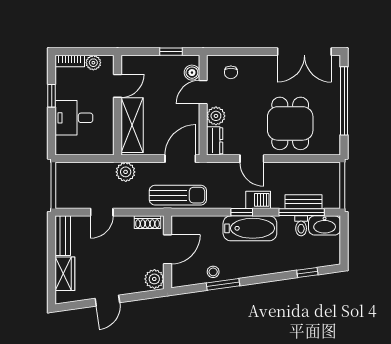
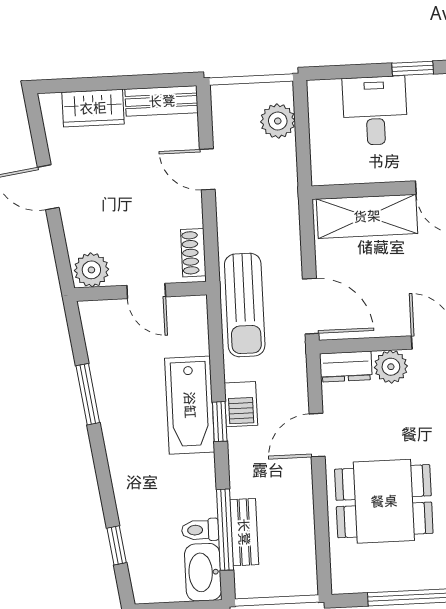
plant: (126, 172) -> (278, 121), moved
barbecue: (258, 200) -> (241, 404), moved
bathtub: (250, 228) -> (190, 405), moved
door: (167, 249) -> (146, 291), width x0.73
stool: (213, 272) -> (109, 375), removed

